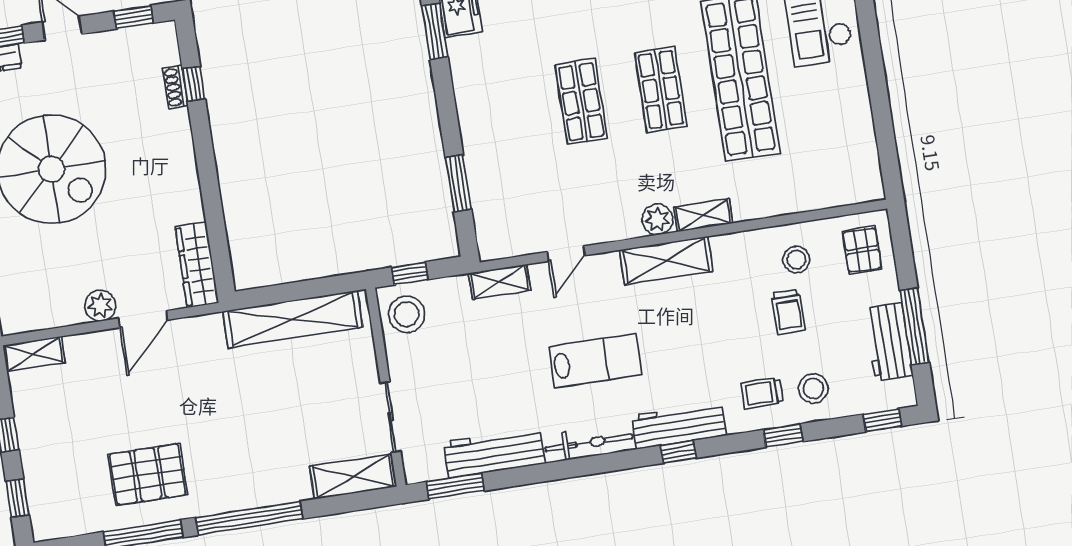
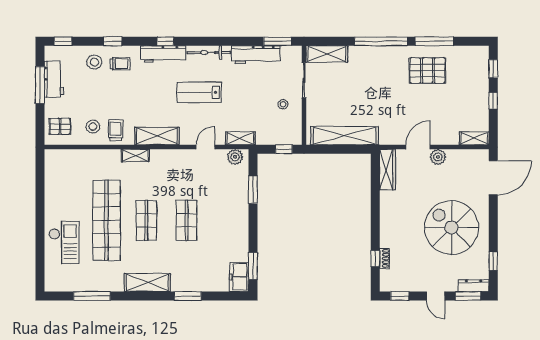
plant: (657, 219) -> (235, 157), moved
pallet: (862, 250) -> (60, 126), turned 90
trolley: (788, 312) -> (116, 130), moved
stool: (407, 314) -> (283, 104), moved, width x0.53, depth x0.53

